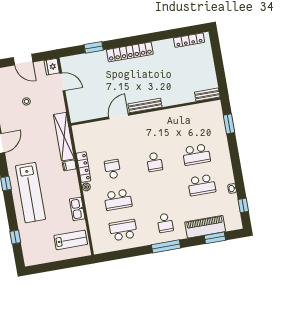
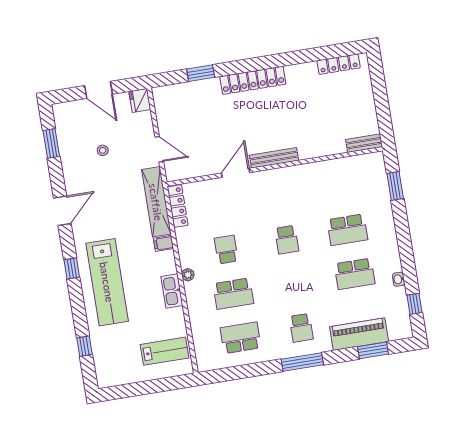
door: (62, 82) -> (159, 149), moved
locker: (84, 167) -> (178, 206), moved
kitchen sink: (77, 209) -> (172, 291), moved

